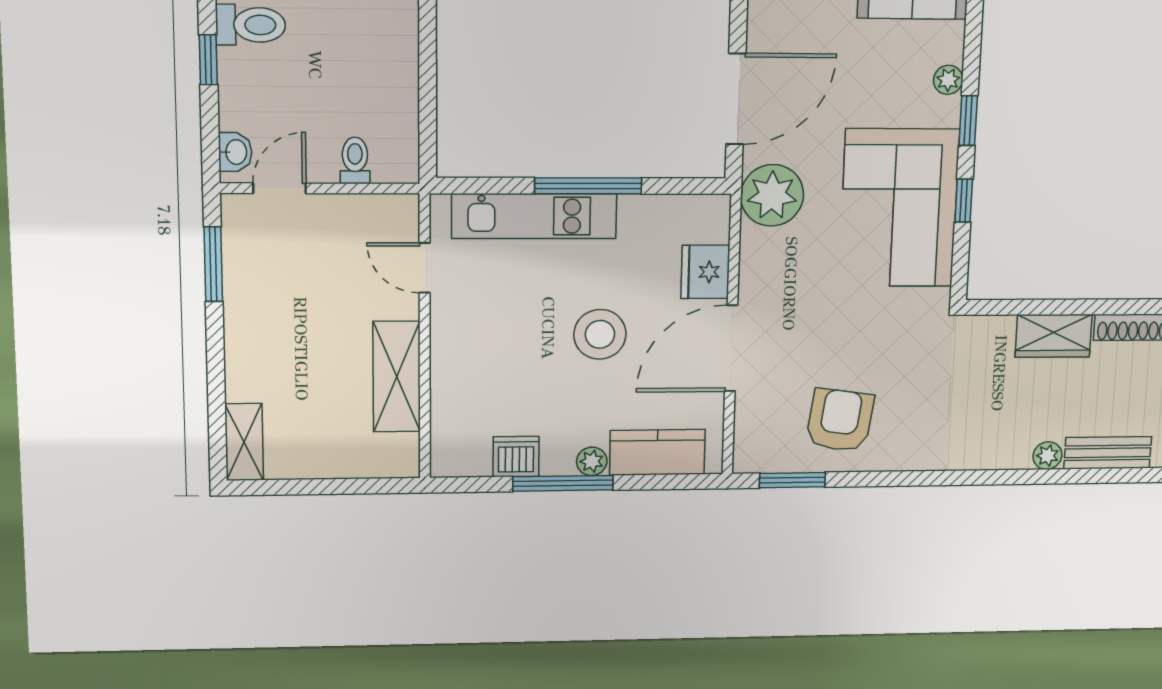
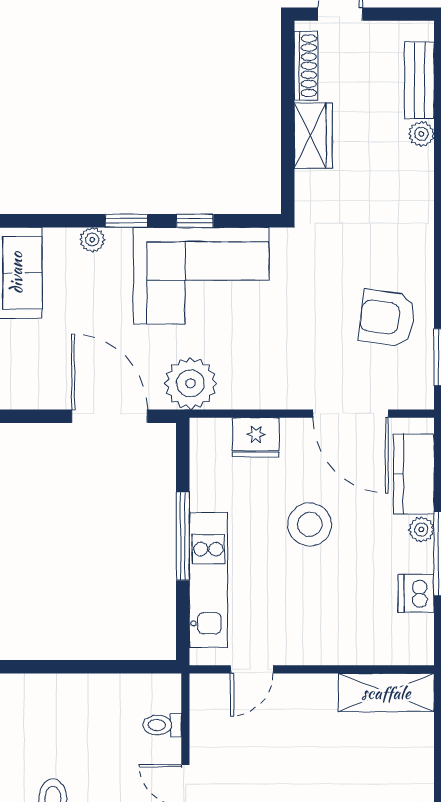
door: (731, 348) -> (351, 414), moved
shelving: (397, 377) -> (386, 693), moved

